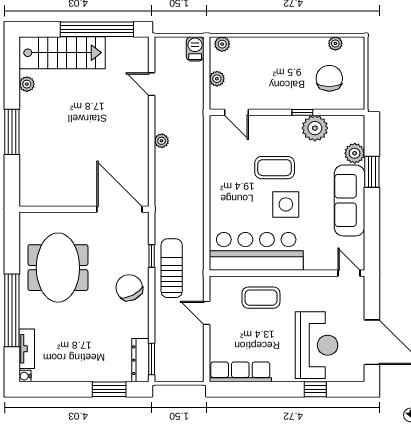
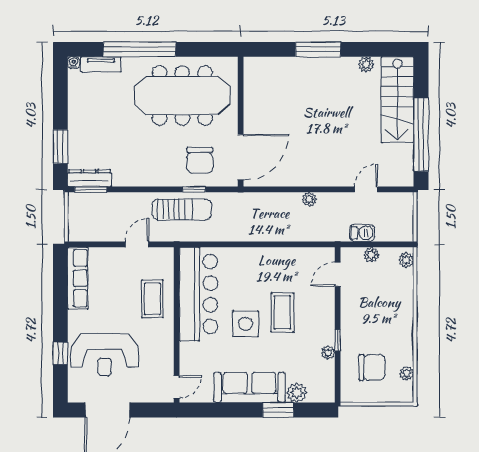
barbecue: (195, 49) -> (362, 233), moved
plant: (315, 128) -> (328, 353), width x0.53, depth x0.53
meeting table: (58, 268) -> (182, 95), width x1.36
chair: (129, 288) -> (200, 160), moved, turned 117

